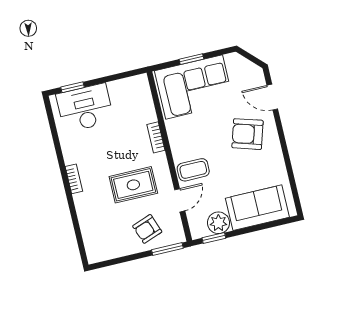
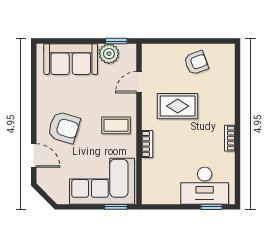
window: (191, 59) -> (116, 207), moved
coffee table: (193, 170) -> (116, 125), moved
bookcase: (74, 179) -> (230, 138), moved
armchair: (147, 229) -> (196, 63), moved
window: (167, 249) -> (161, 41), removed

